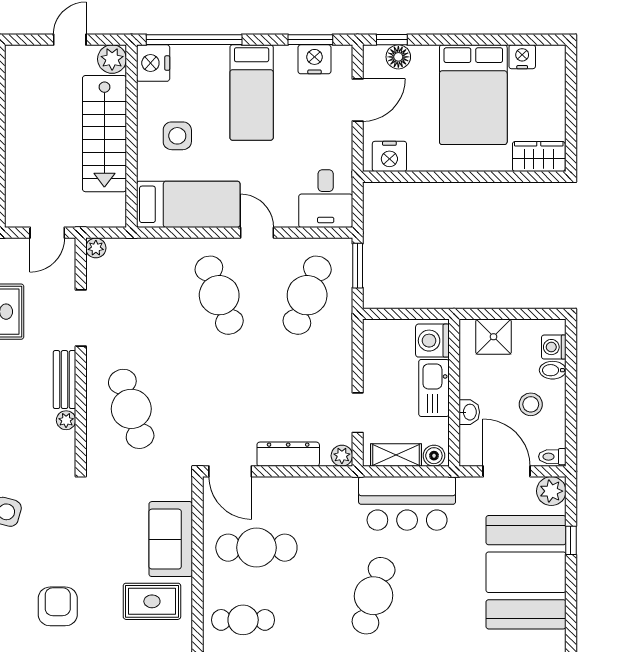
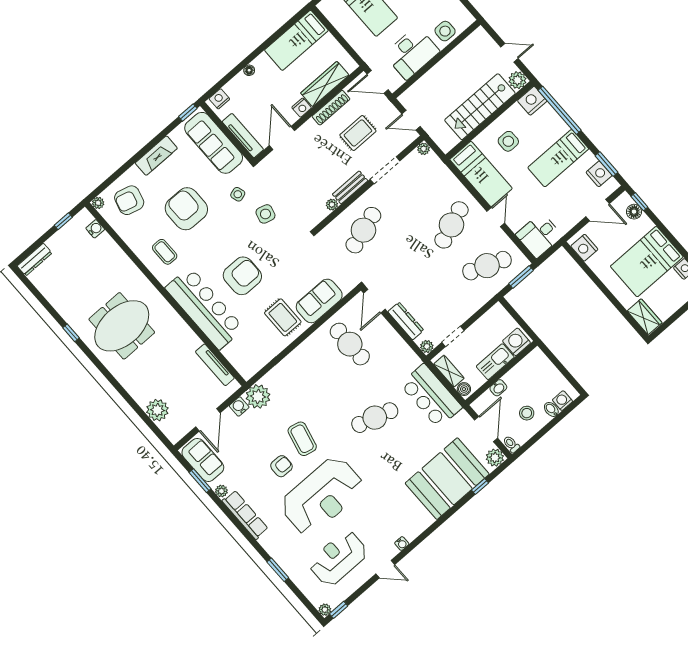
shower: (494, 337) -> (543, 369), removed
armchair: (58, 606) -> (242, 276), width x1.36, depth x1.36
cafe table: (243, 620) -> (311, 367), removed

